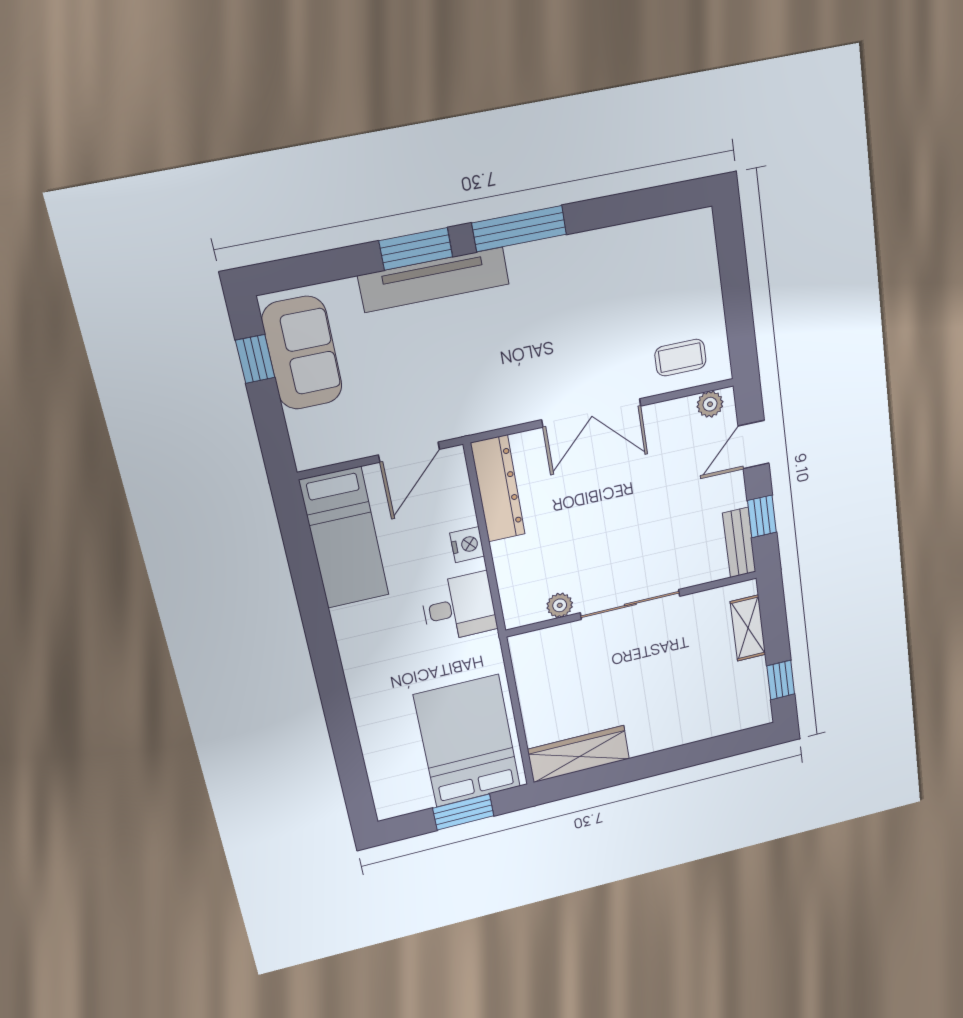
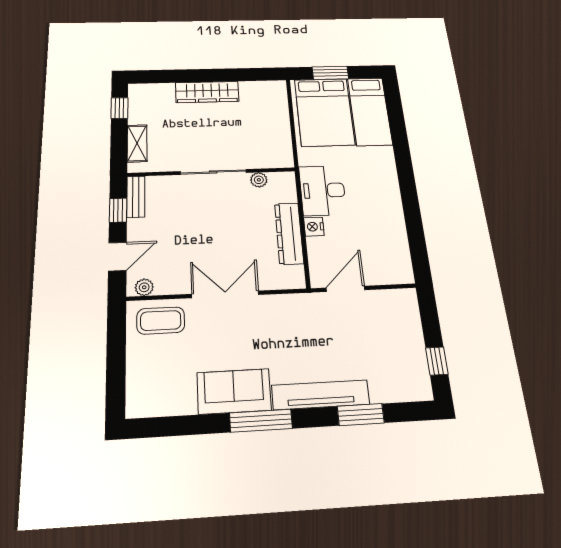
window: (416, 249) -> (361, 415), moved
sofa: (302, 353) -> (234, 391), moved, turned 90
coffee table: (680, 358) -> (161, 321), width x1.36, depth x1.30
dresser: (498, 489) -> (289, 233), moved
bed: (344, 538) -> (370, 111), moved, turned 180
desk: (459, 607) -> (323, 190), width x1.37
wardrobe: (579, 754) -> (207, 92), moved

